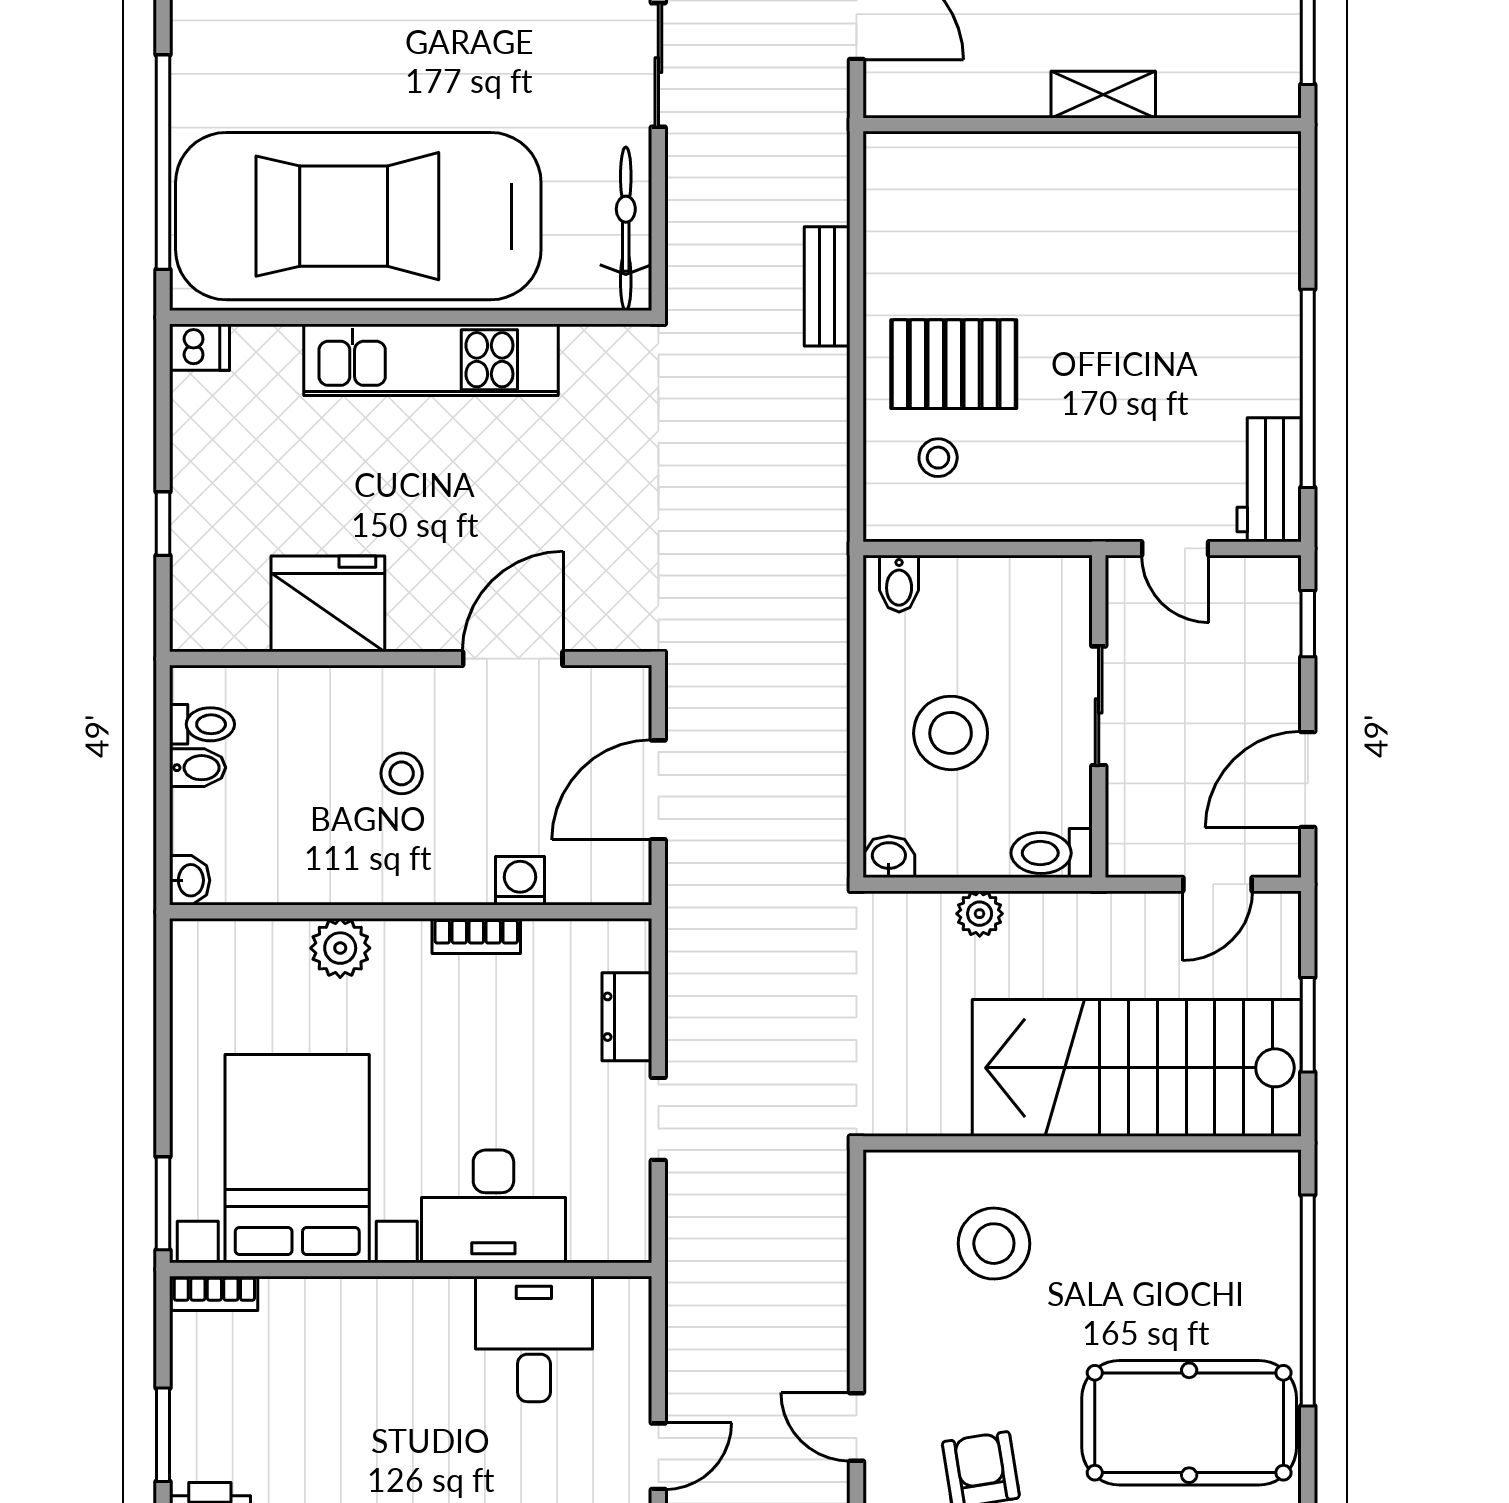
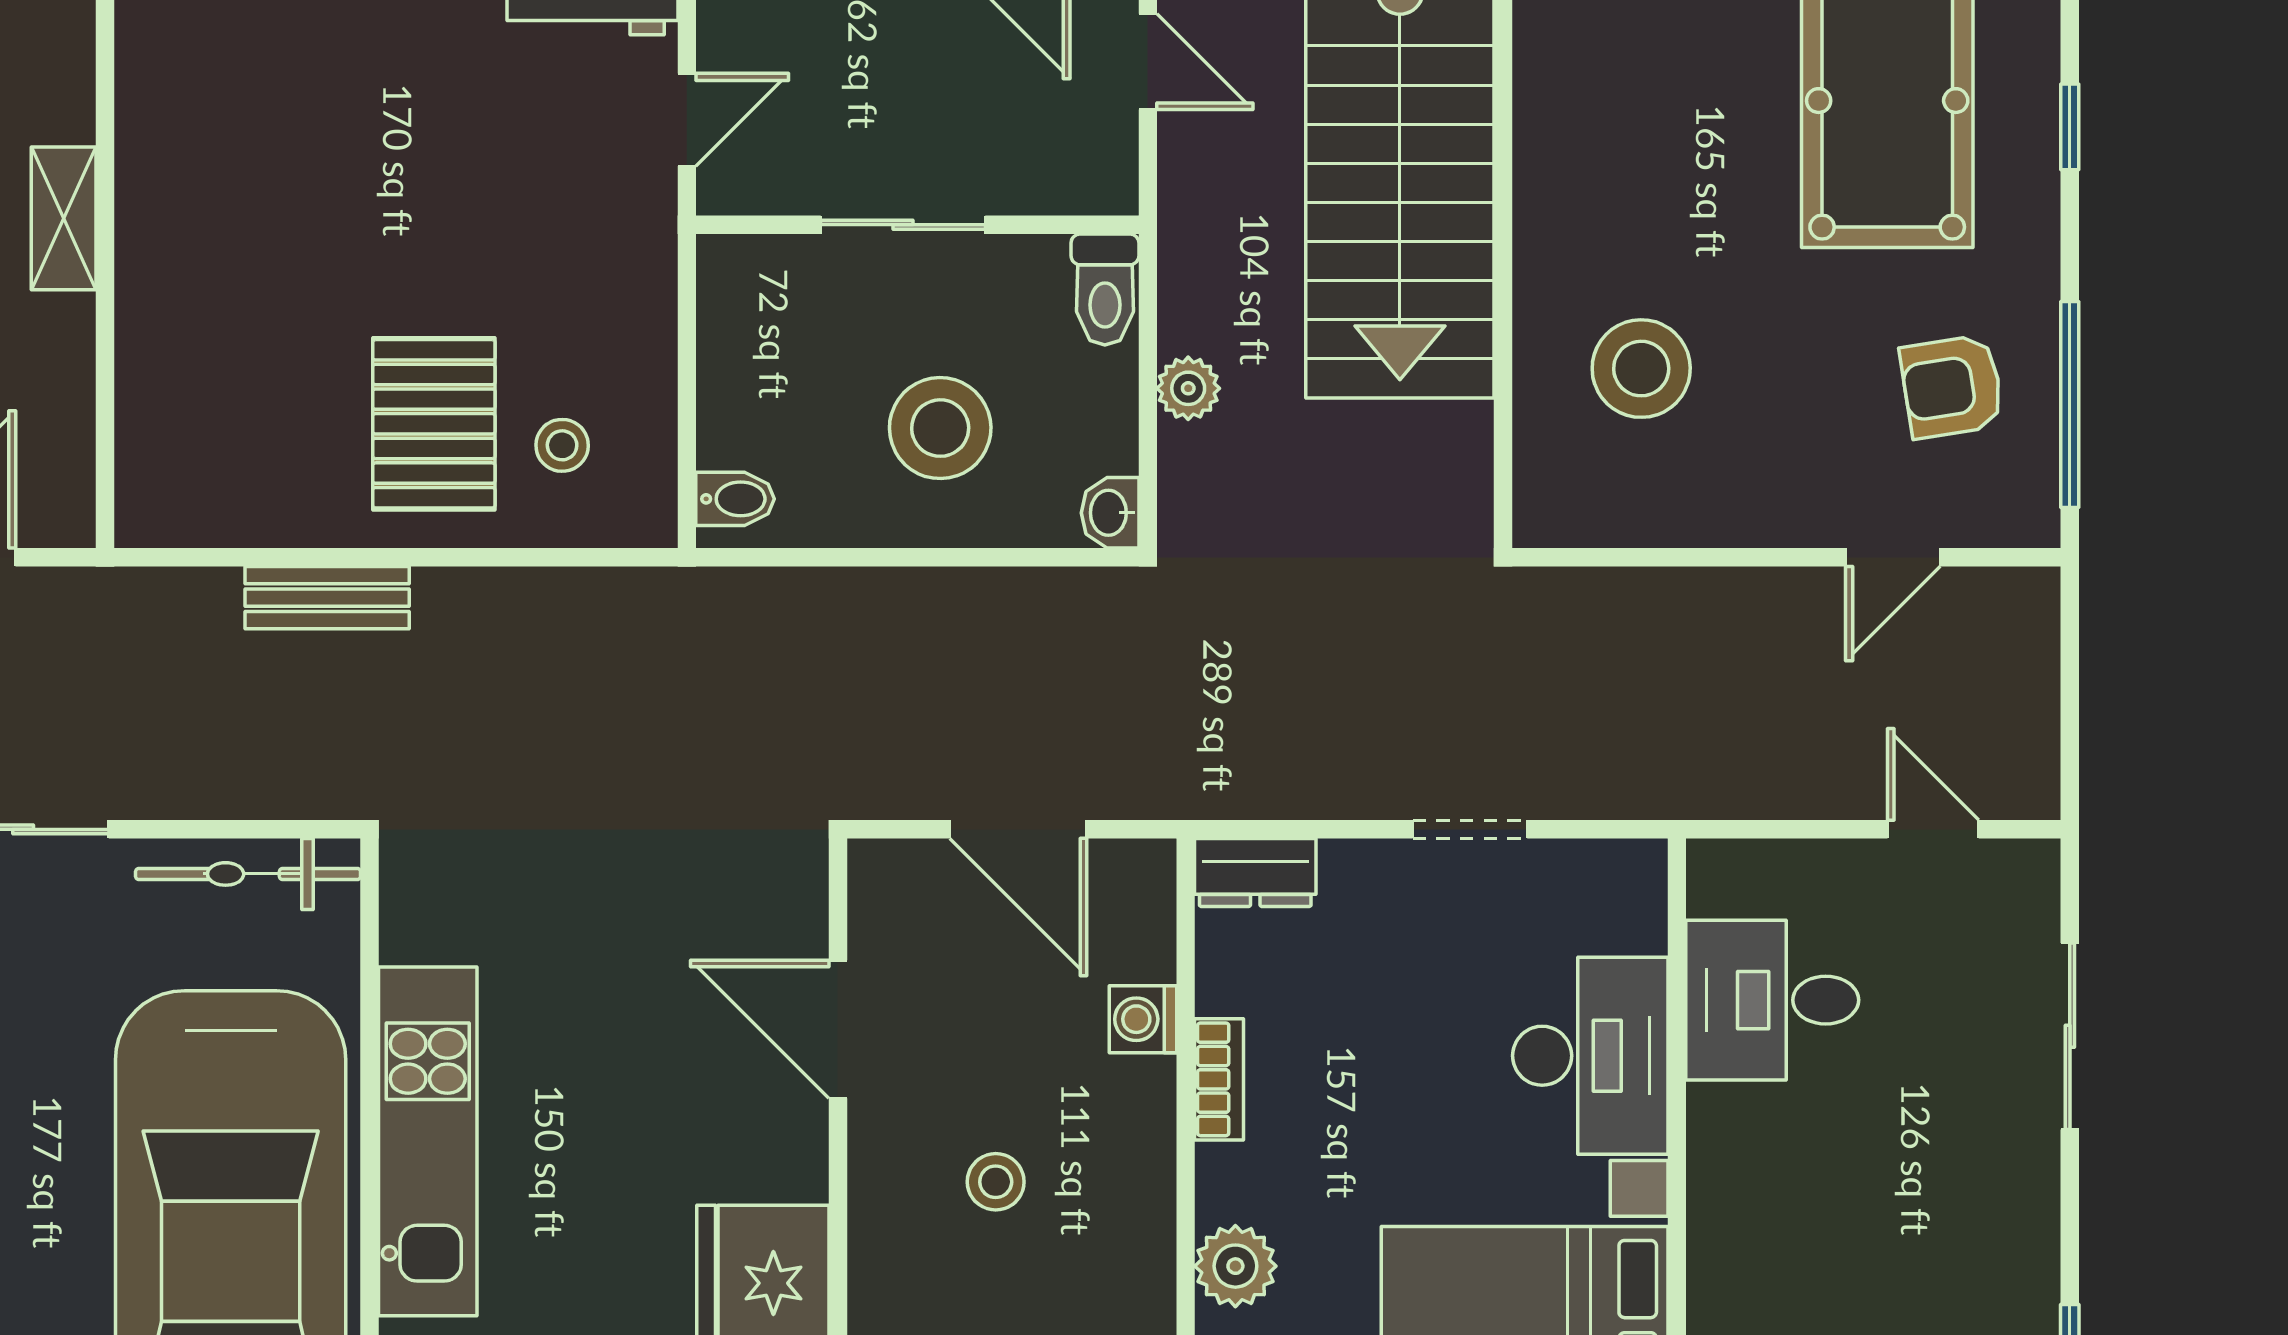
dresser: (627, 1017) -> (1255, 872), moved

